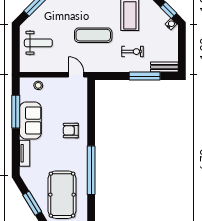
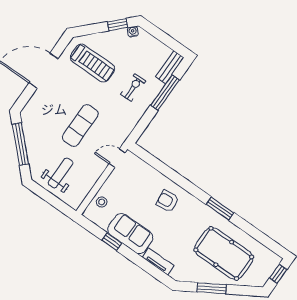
exercise mat: (93, 35) -> (80, 125), moved
window: (16, 112) -> (112, 242), width x0.46
armchair: (71, 130) -> (168, 201), turned 83
window: (91, 170) -> (220, 209), width x0.47

